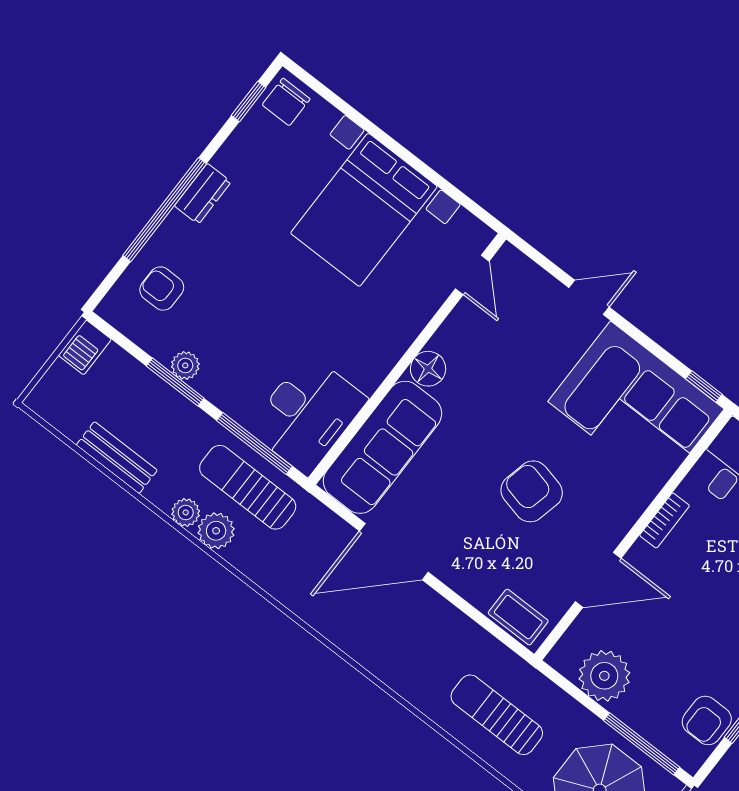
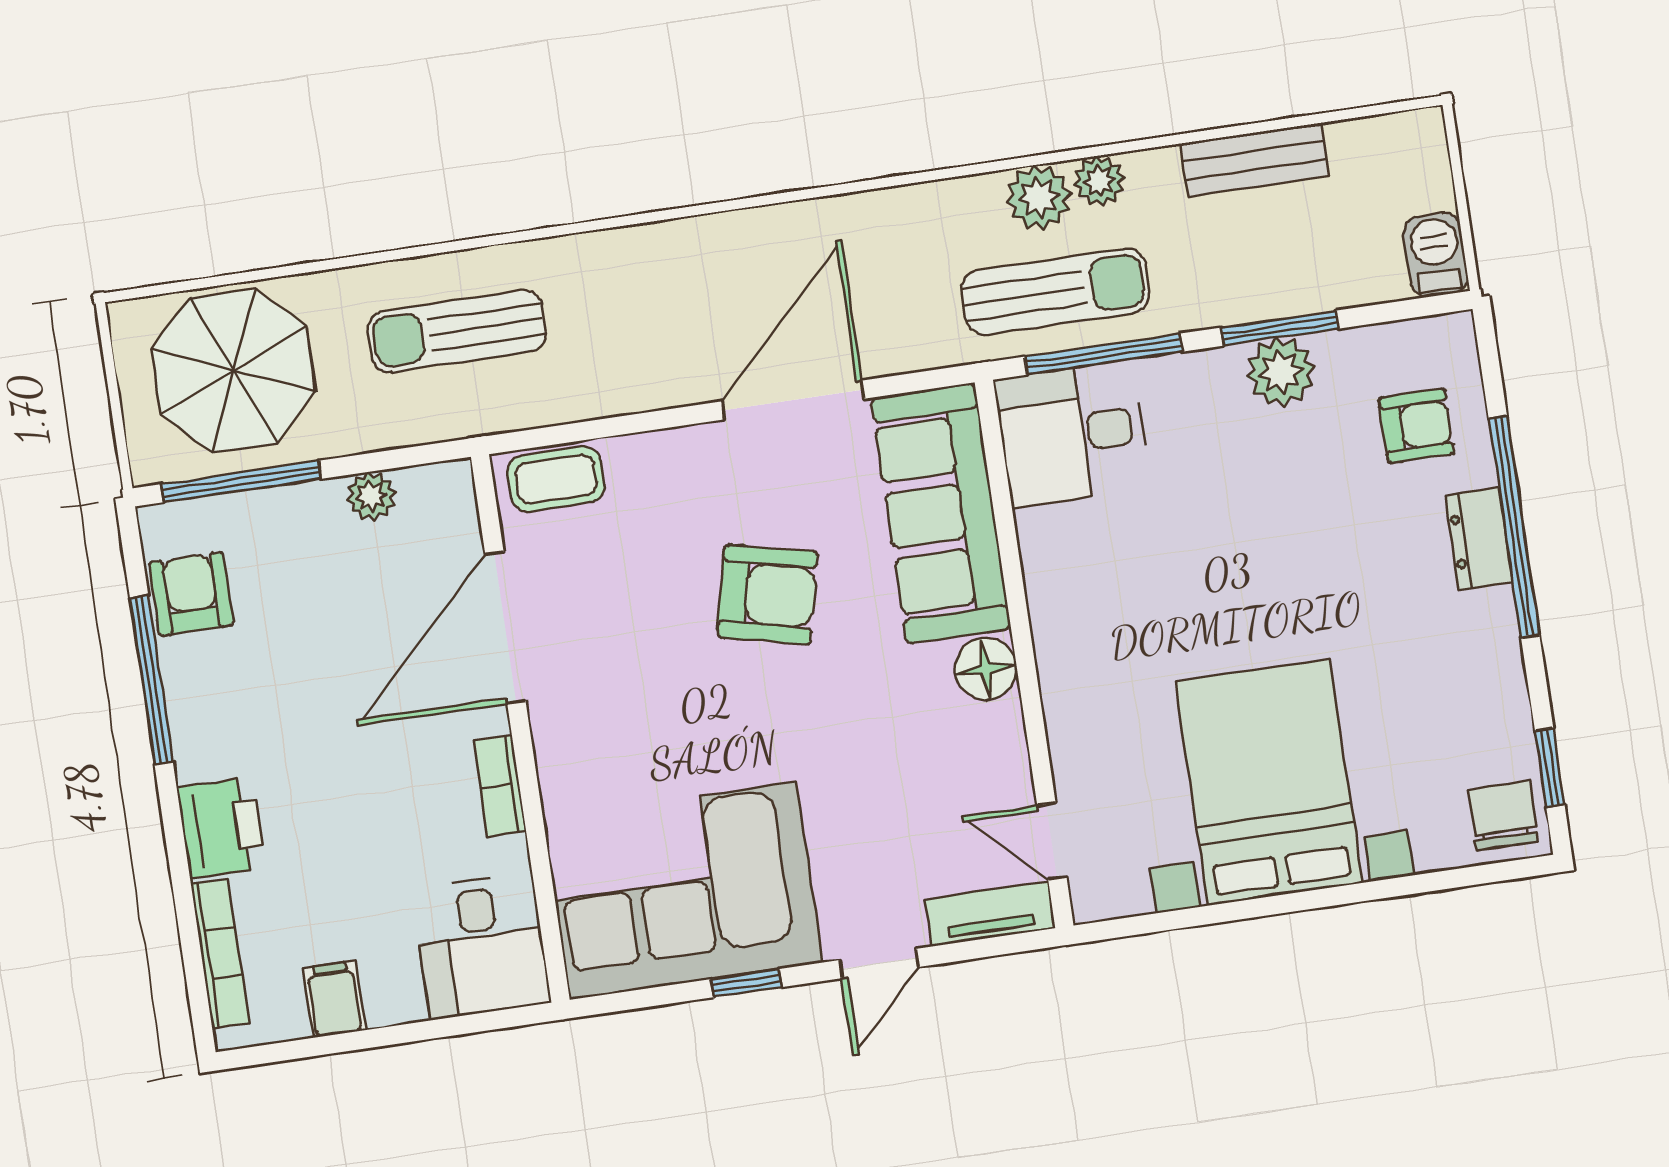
dresser: (203, 194) -> (1479, 539), moved
tv unit: (526, 272) -> (990, 914), added
plant: (185, 365) -> (1281, 372), width x1.38, depth x1.38
window: (704, 386) -> (746, 983), moved
desk: (307, 414) -> (1072, 434), width x0.73
armchair: (532, 491) -> (767, 594), moved
door: (598, 580) -> (505, 628), width x1.36
plant: (604, 676) -> (371, 496), width x0.53, depth x0.53
sun lounger: (497, 715) -> (457, 331), turned 180

